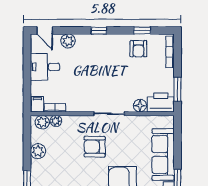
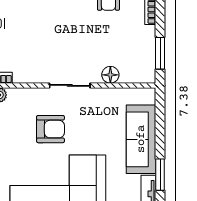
printer: (161, 102) -> (138, 71), removed
armchair: (95, 147) -> (51, 129), turned 180

